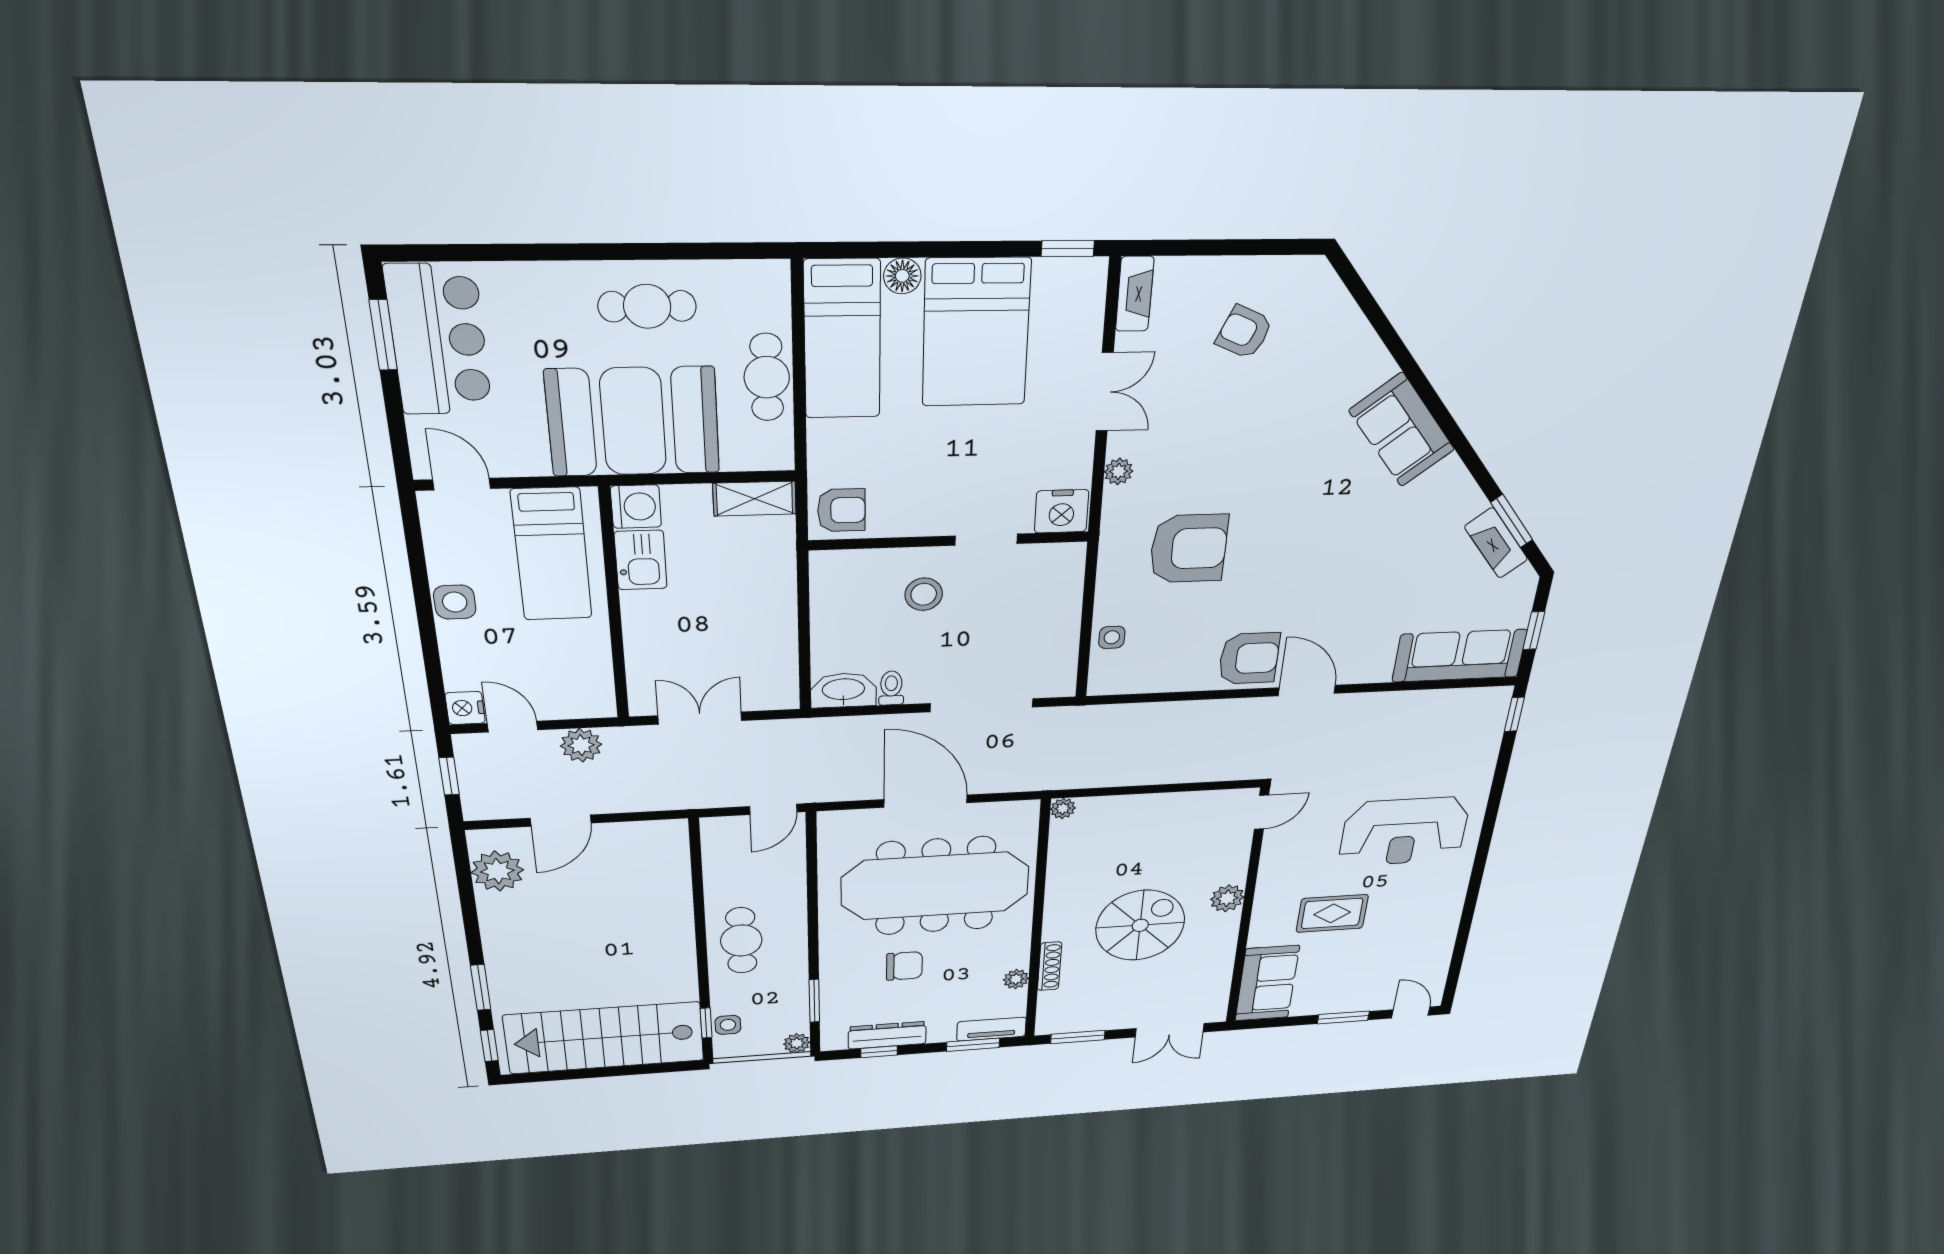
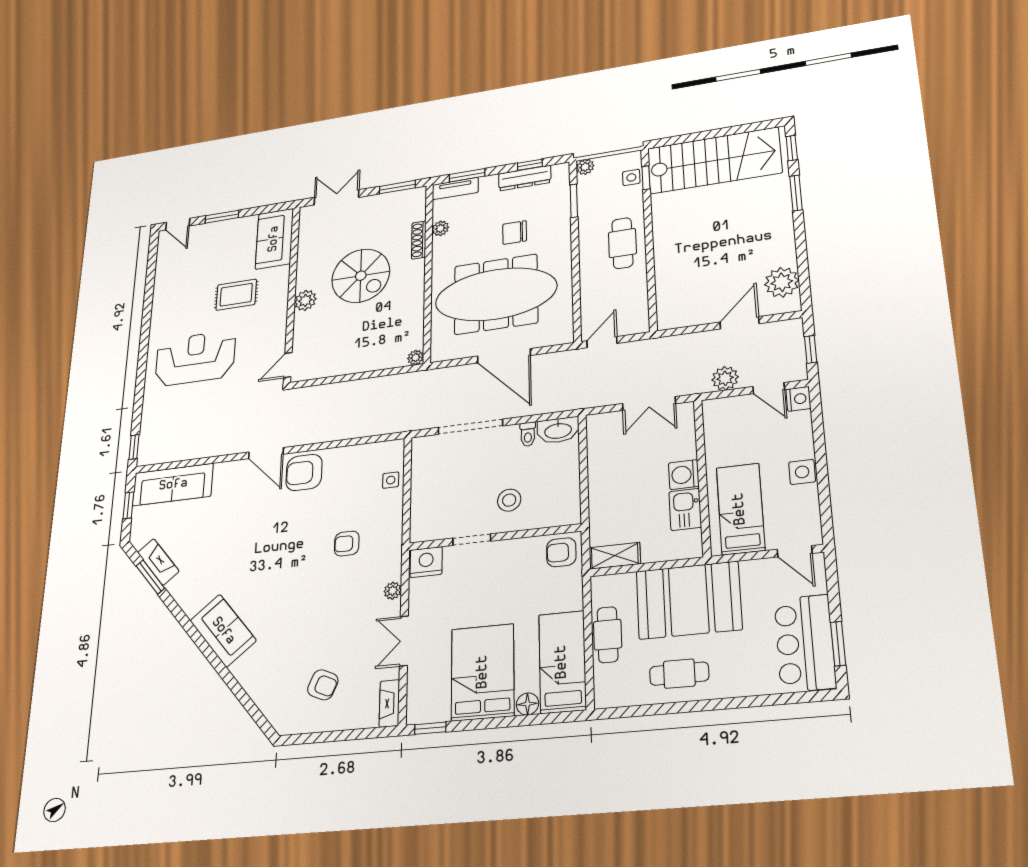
washing machine: (636, 507) -> (684, 475), moved
armchair: (1189, 549) -> (347, 544), width x0.53, depth x0.53
spiral stairs: (1140, 925) -> (361, 276), turned -90

